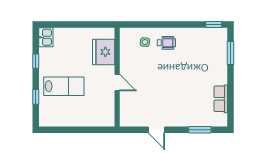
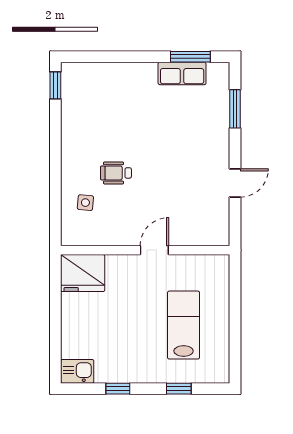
wheelchair: (166, 43) -> (116, 173), moved, turned -90
fridge: (104, 52) -> (83, 273), moved
window: (231, 53) -> (190, 57), moved
lab bench: (64, 86) -> (184, 325), moved

